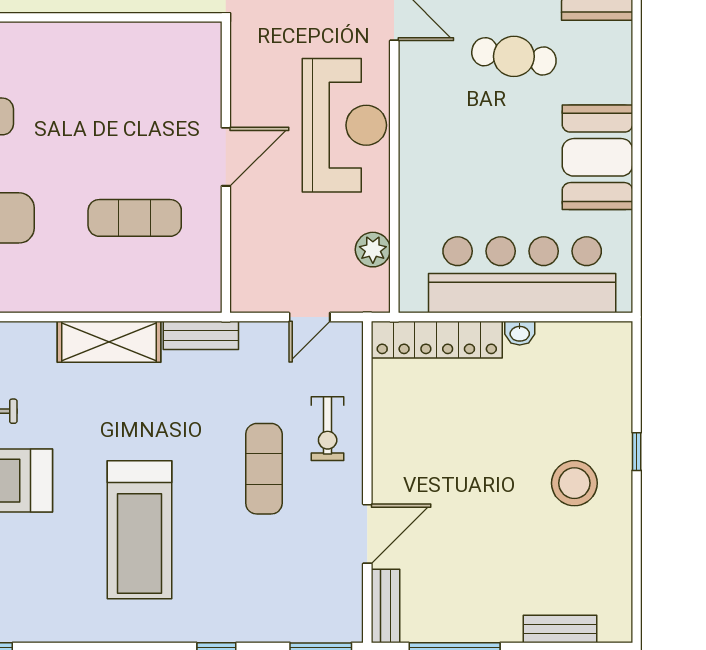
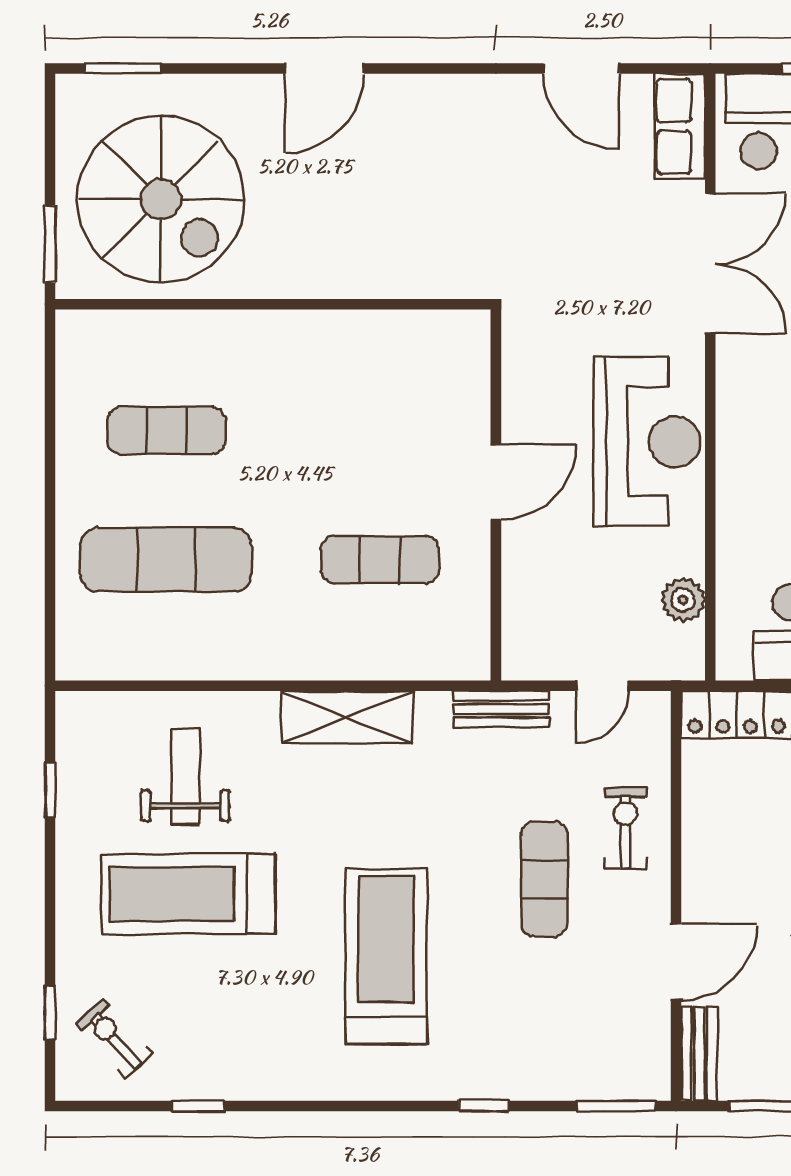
bench: (201, 335) -> (501, 709), moved
exercise bike: (328, 429) -> (625, 828), turned 180
treadmill: (140, 530) -> (386, 957), turned 180

